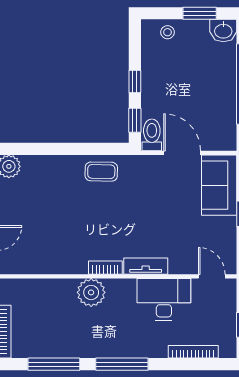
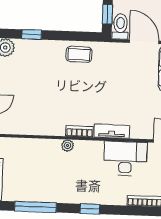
window: (41, 149) -> (32, 34), added
plant: (91, 292) -> (67, 145), width x0.53, depth x0.53
window: (122, 364) -> (90, 209), width x0.46

